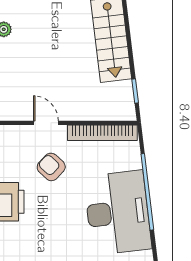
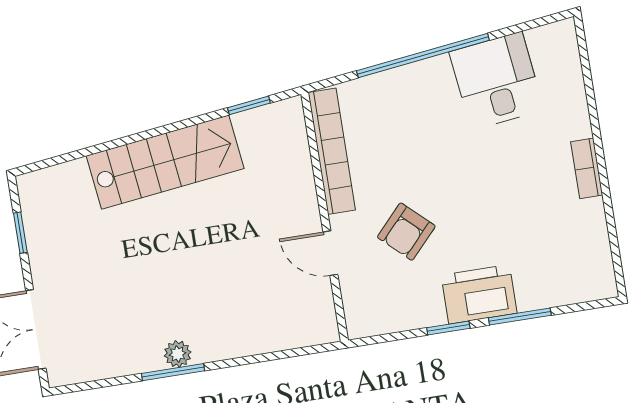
door: (46, 123) -> (330, 253), hinge flipped
desk: (118, 213) -> (497, 81), width x0.53, depth x0.77

